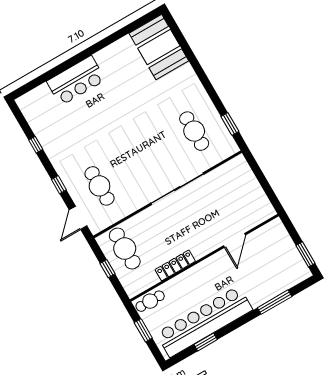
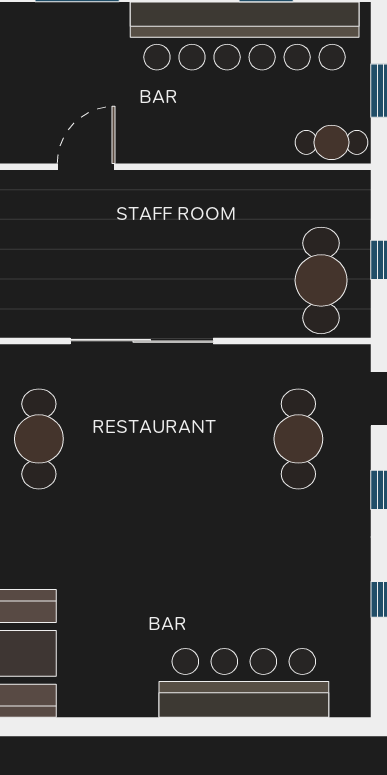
bar counter: (76, 81) -> (244, 683), width x1.36
locker: (175, 265) -> (238, 186), removed

